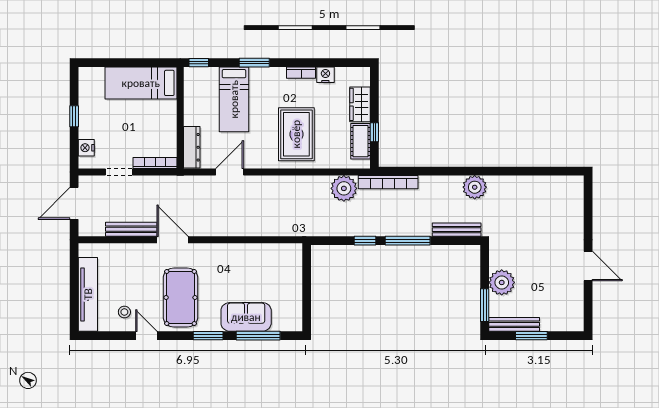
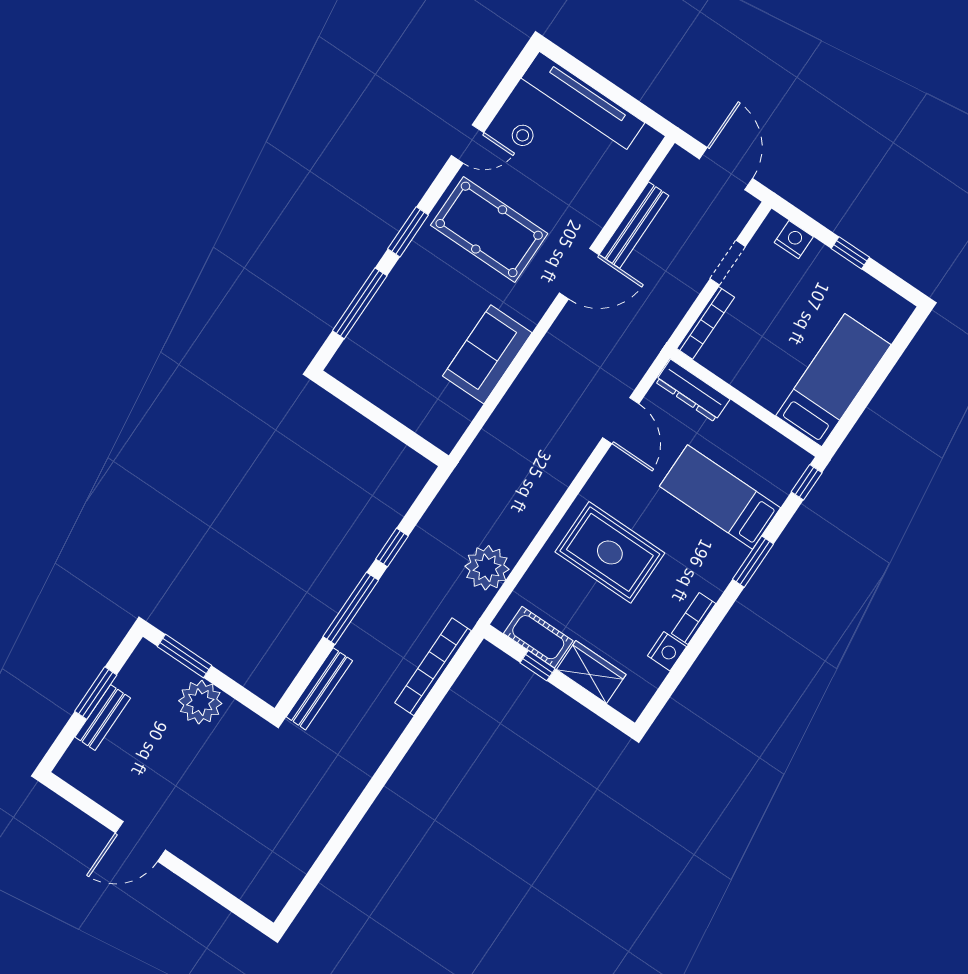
bookcase: (388, 182) -> (433, 667), moved
plant: (475, 187) -> (362, 756), removed
sofa: (246, 317) -> (487, 354), moved, turned 180
bench: (514, 324) -> (103, 718), moved, width x0.73

